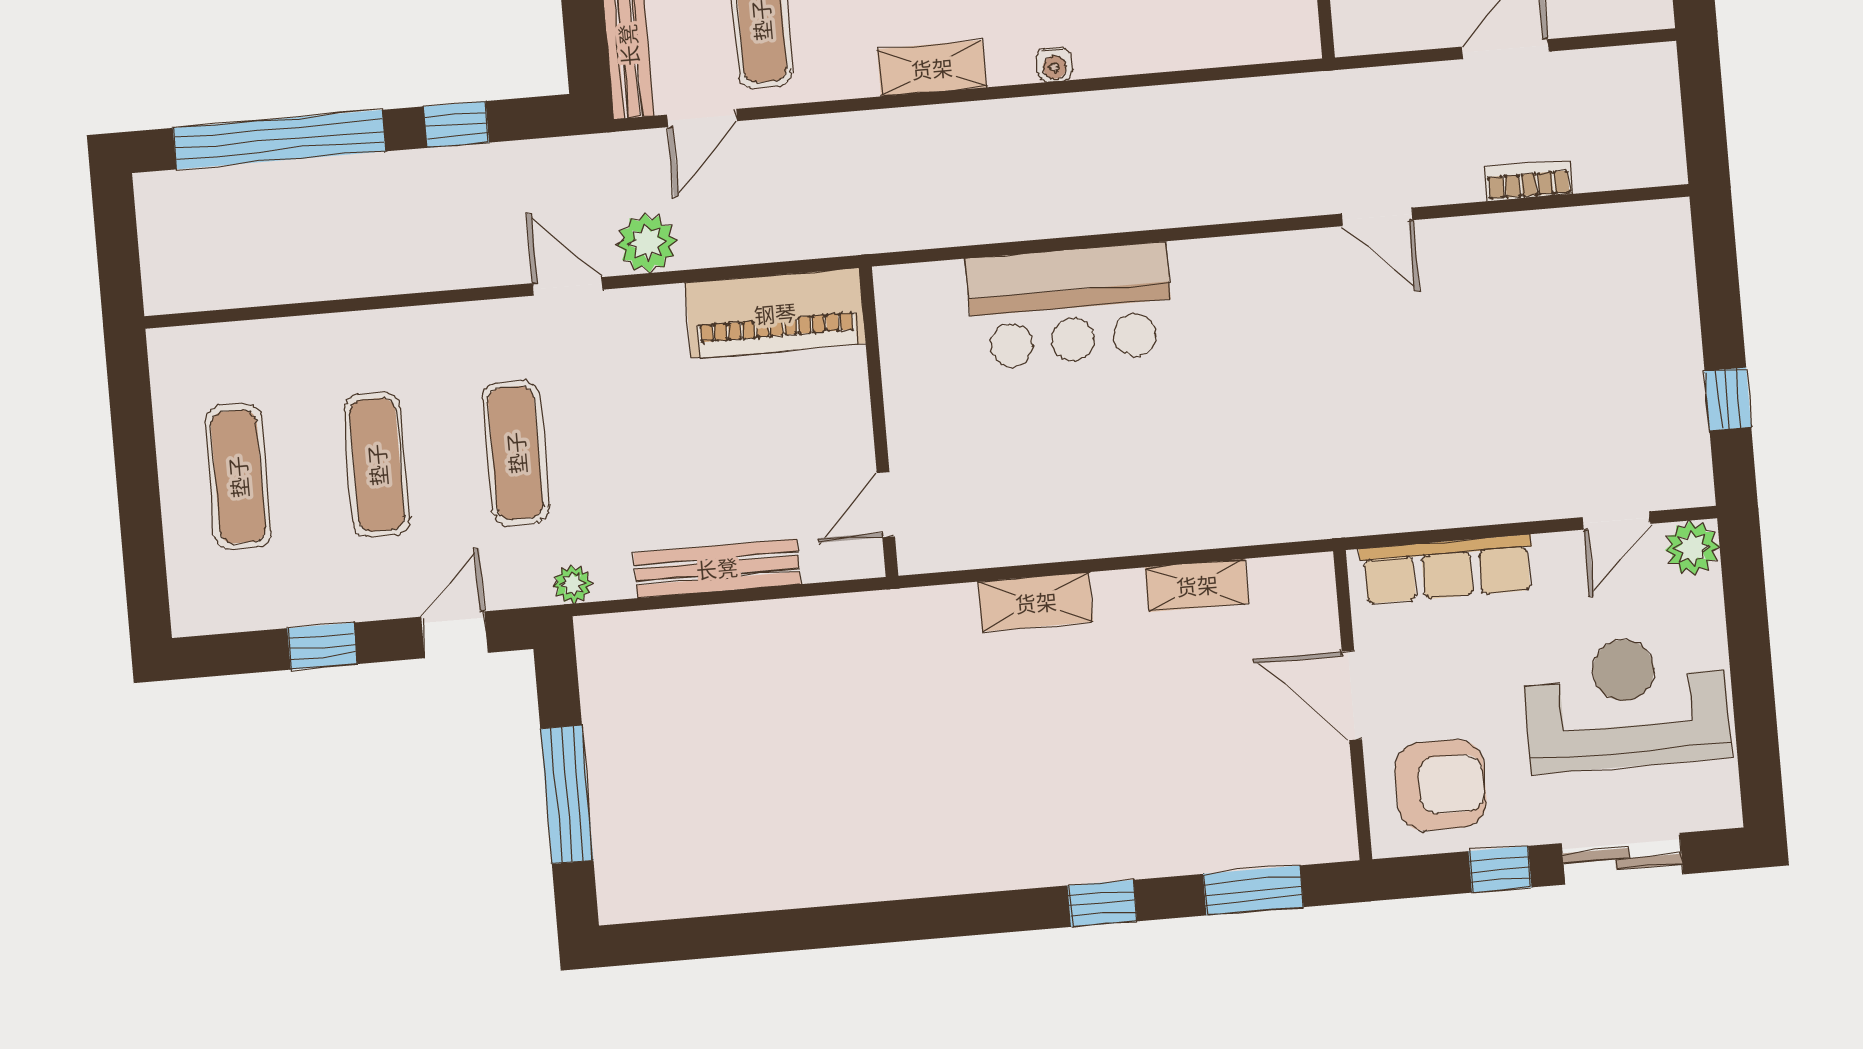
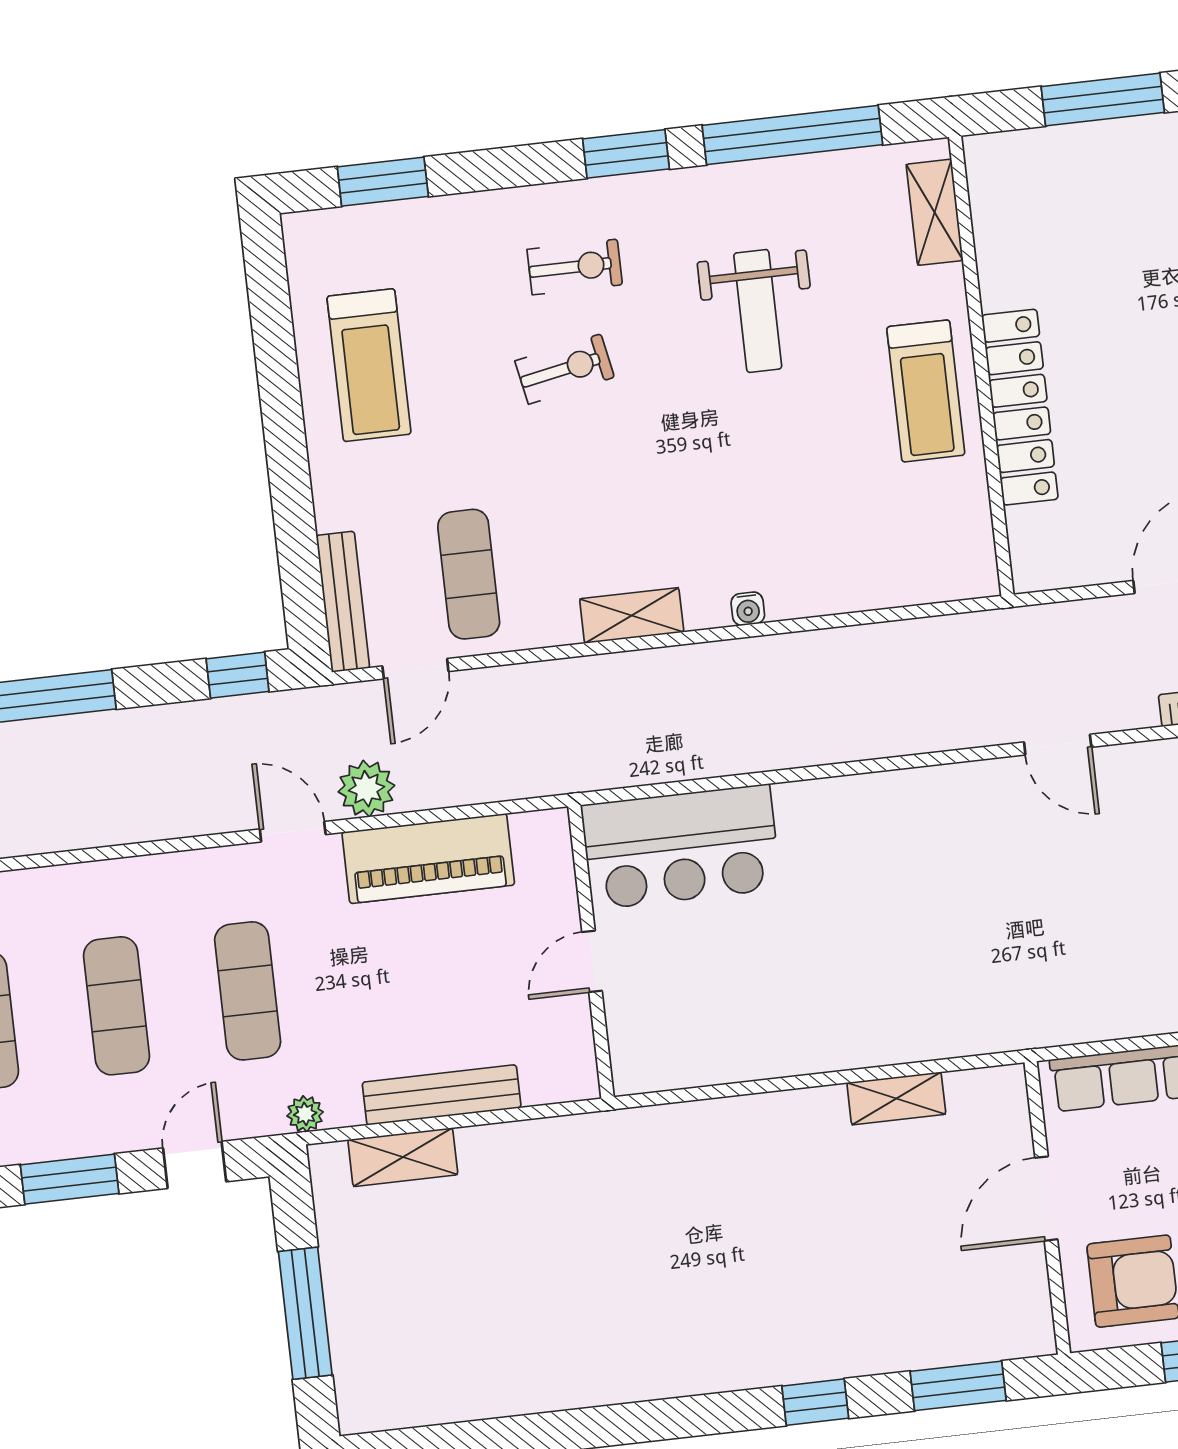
window: (456, 124) -> (238, 675), moved
bar counter: (1070, 306) -> (681, 847), moved
piano: (775, 313) -> (428, 859), moved
door: (886, 505) -> (592, 961), moved
shelving: (1036, 602) -> (403, 1157), moved
window: (322, 646) -> (70, 1179), width x1.50
door: (1352, 695) -> (1046, 1199), hinge flipped

